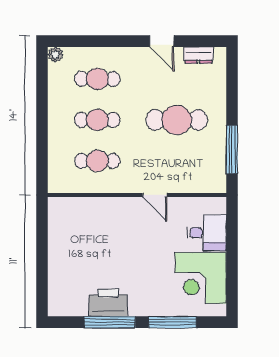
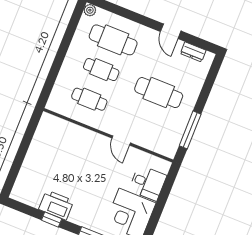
cafe table: (97, 79) -> (113, 40), width x1.37, depth x1.35
window: (110, 322) -> (52, 219), width x0.46

